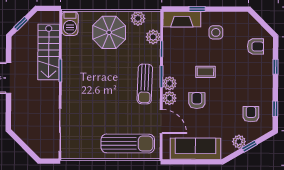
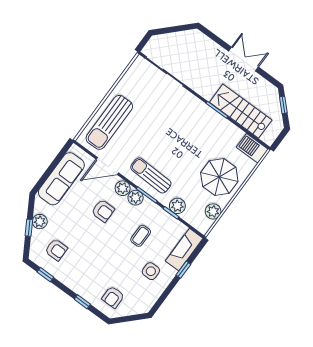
plant: (153, 37) -> (177, 206), moved
coffee table: (205, 72) -> (141, 236), moved

